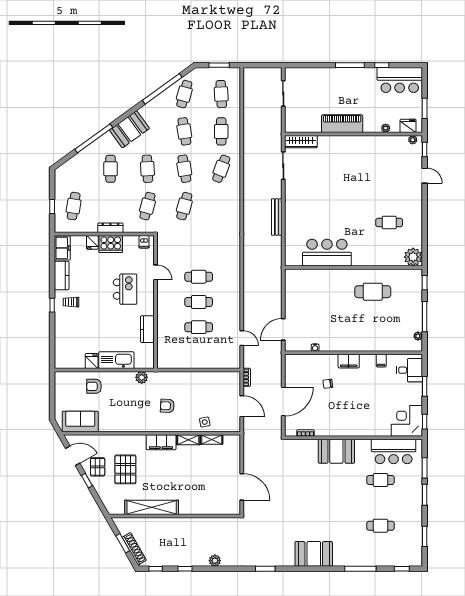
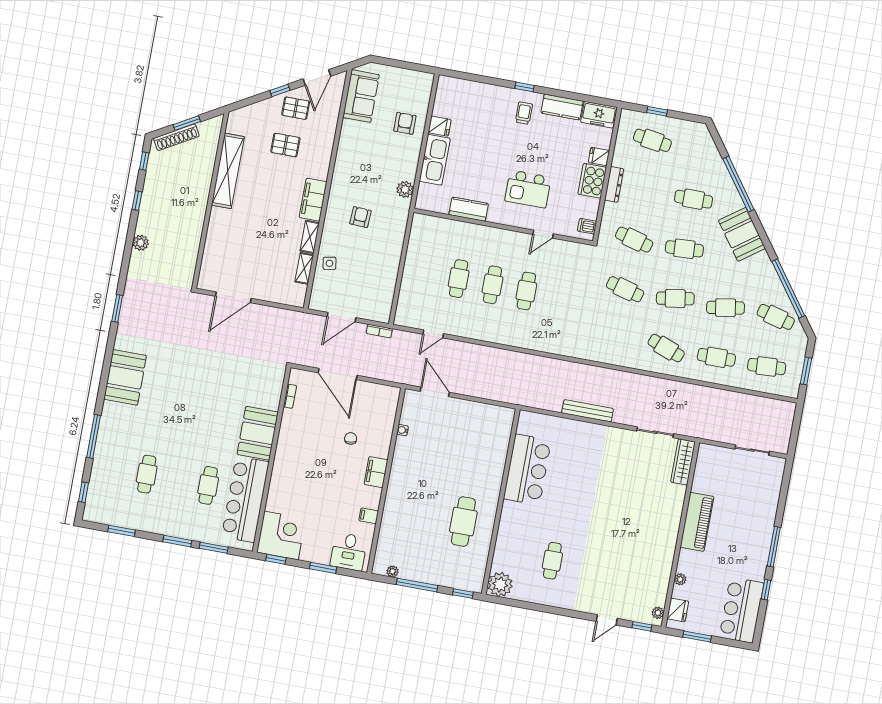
bar counter: (394, 451) -> (245, 499), width x1.36
pallet: (125, 469) -> (285, 145), width x0.67, depth x0.71

